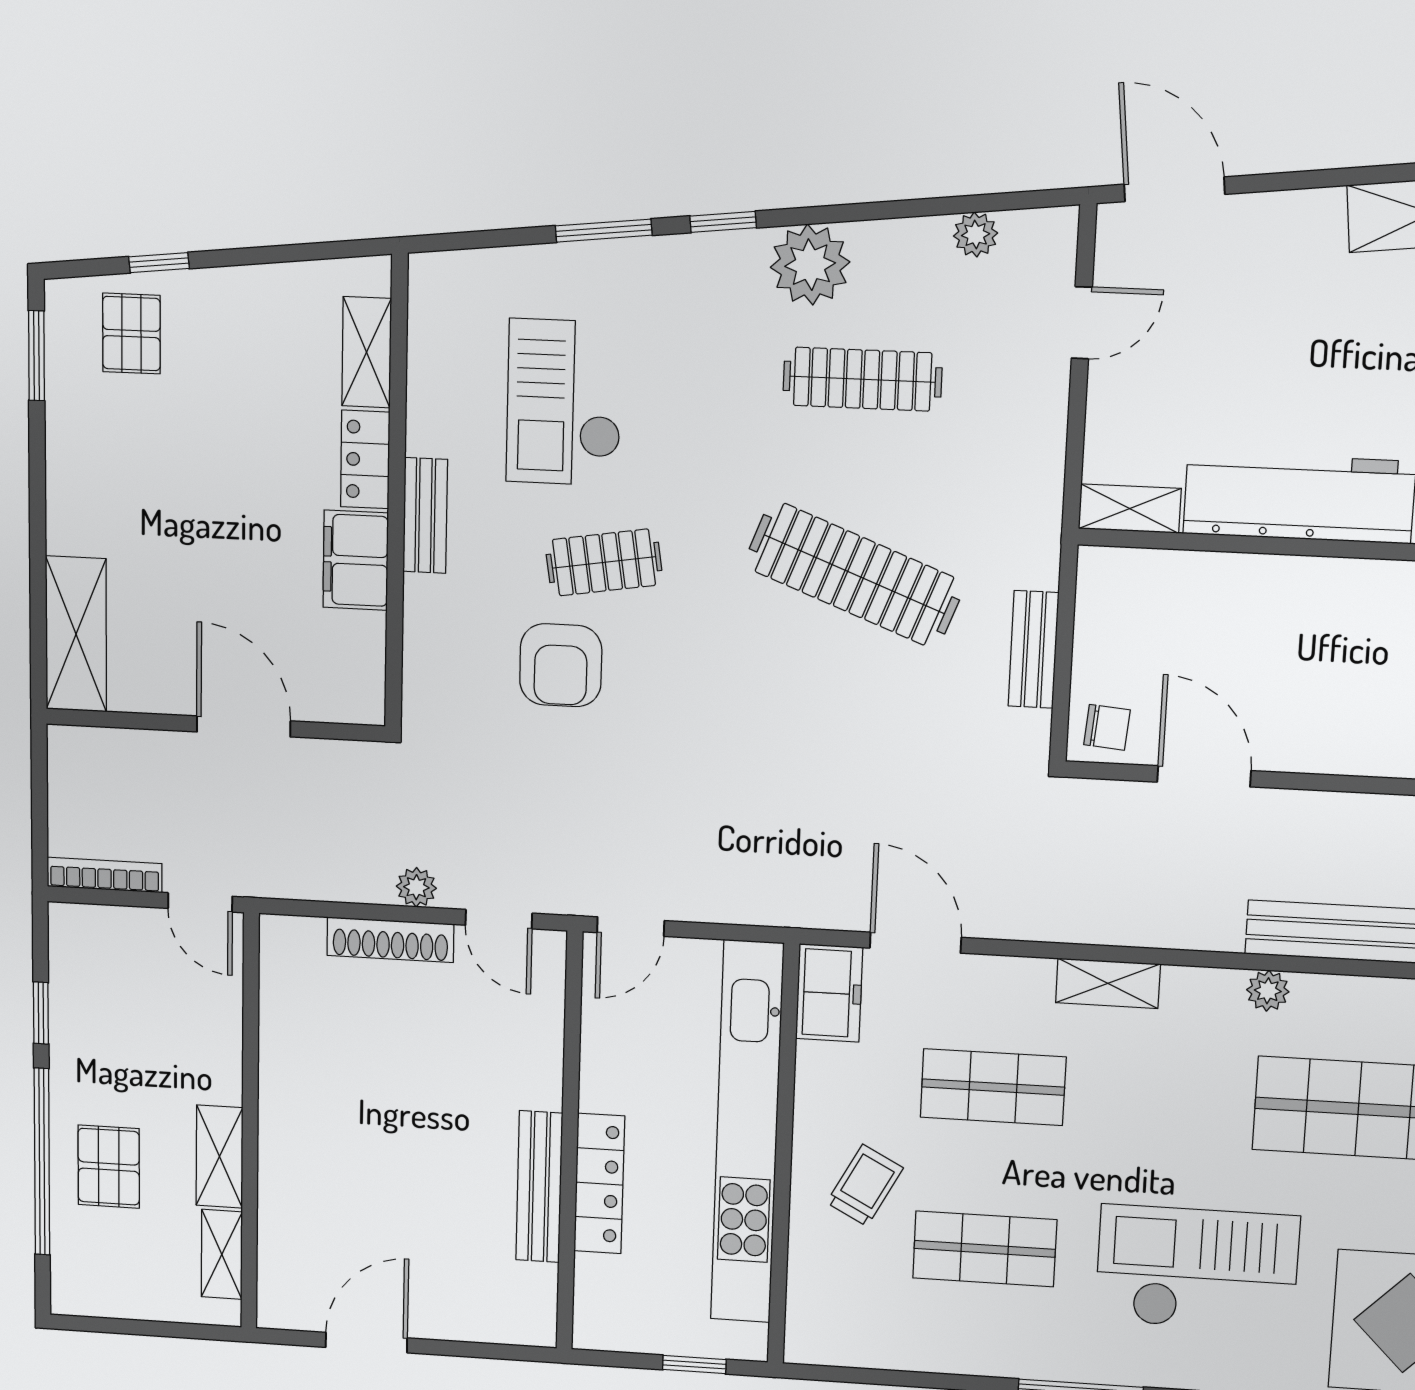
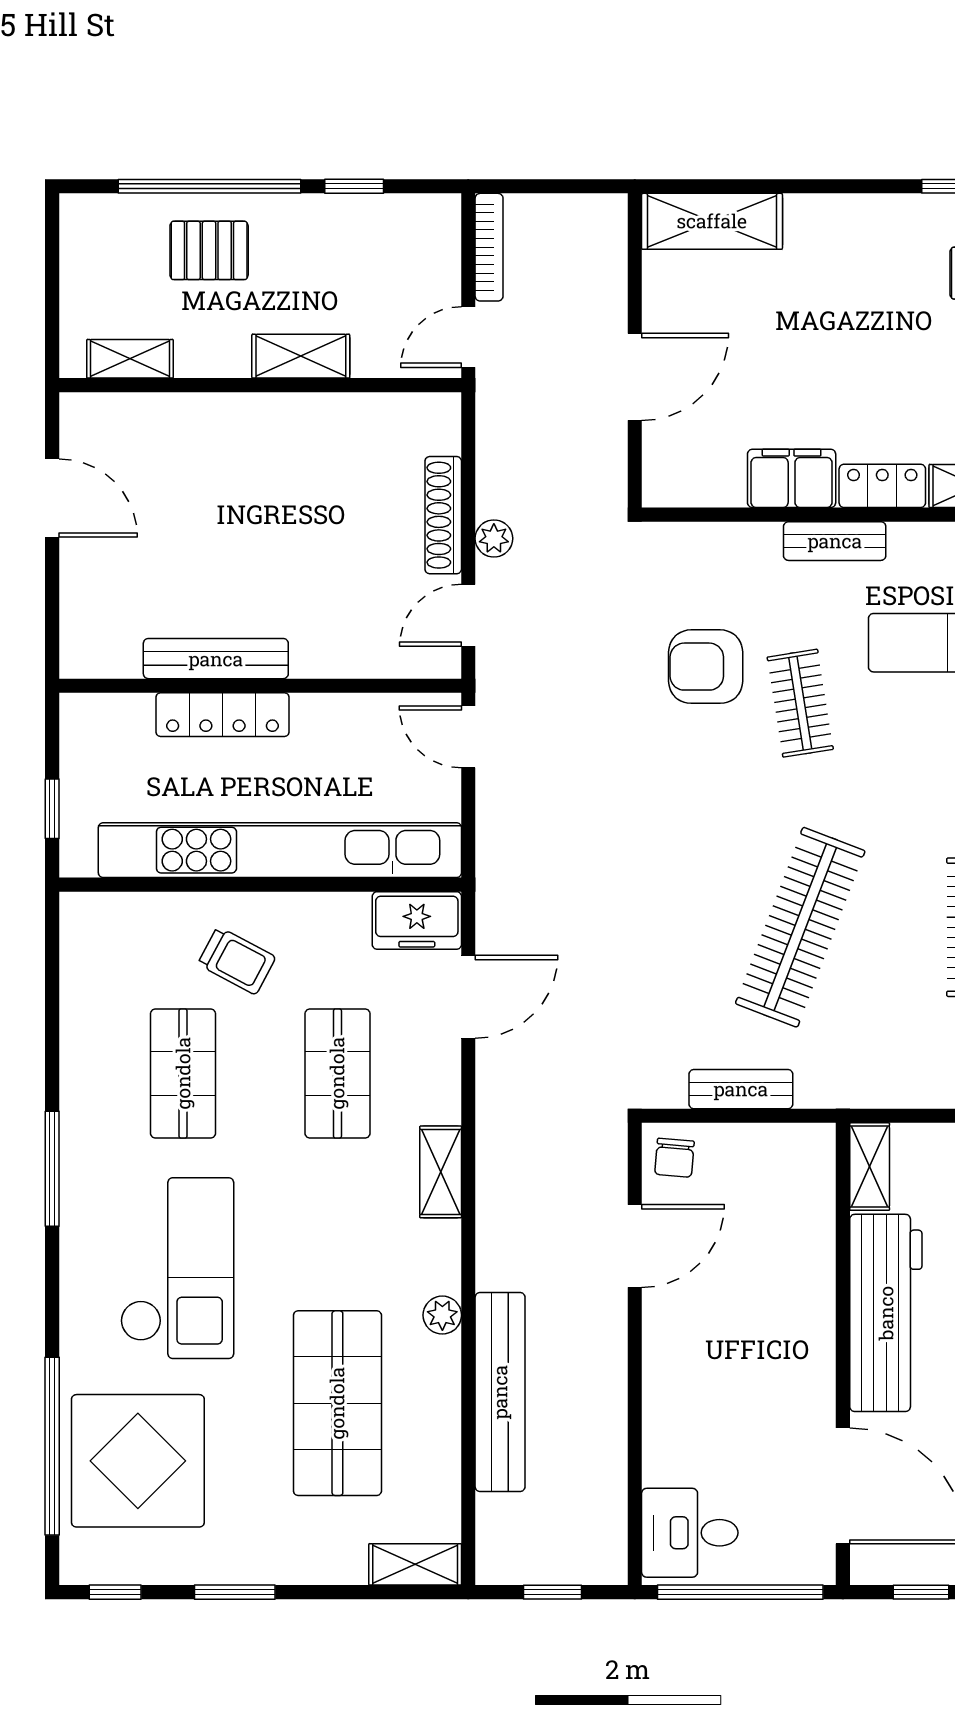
shelving: (219, 1157) -> (301, 356), moved

